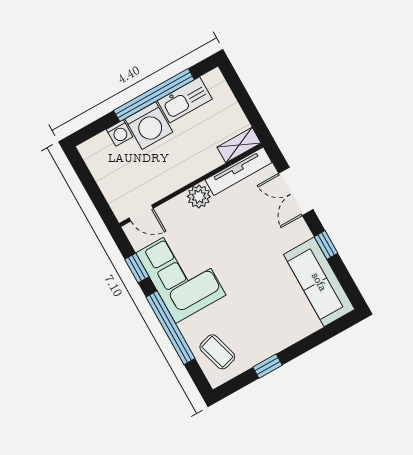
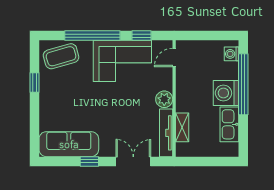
window: (154, 95) -> (243, 84), moved
washing machine: (120, 133) -> (232, 54), moved
shelving: (239, 145) -> (182, 127), moved
coffee table: (217, 352) -> (61, 56), width x1.36, depth x1.30

